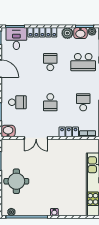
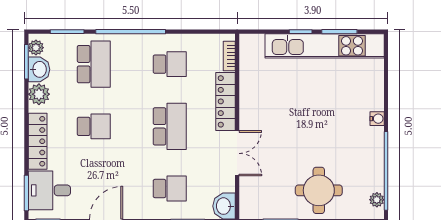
school desk: (50, 62) -> (94, 126), turned 180
school desk: (17, 102) -> (170, 189), turned 90
school desk: (50, 102) -> (170, 126), width x1.85
school desk: (83, 102) -> (170, 64), turned 180
locker: (69, 132) -> (226, 101), width x1.53

